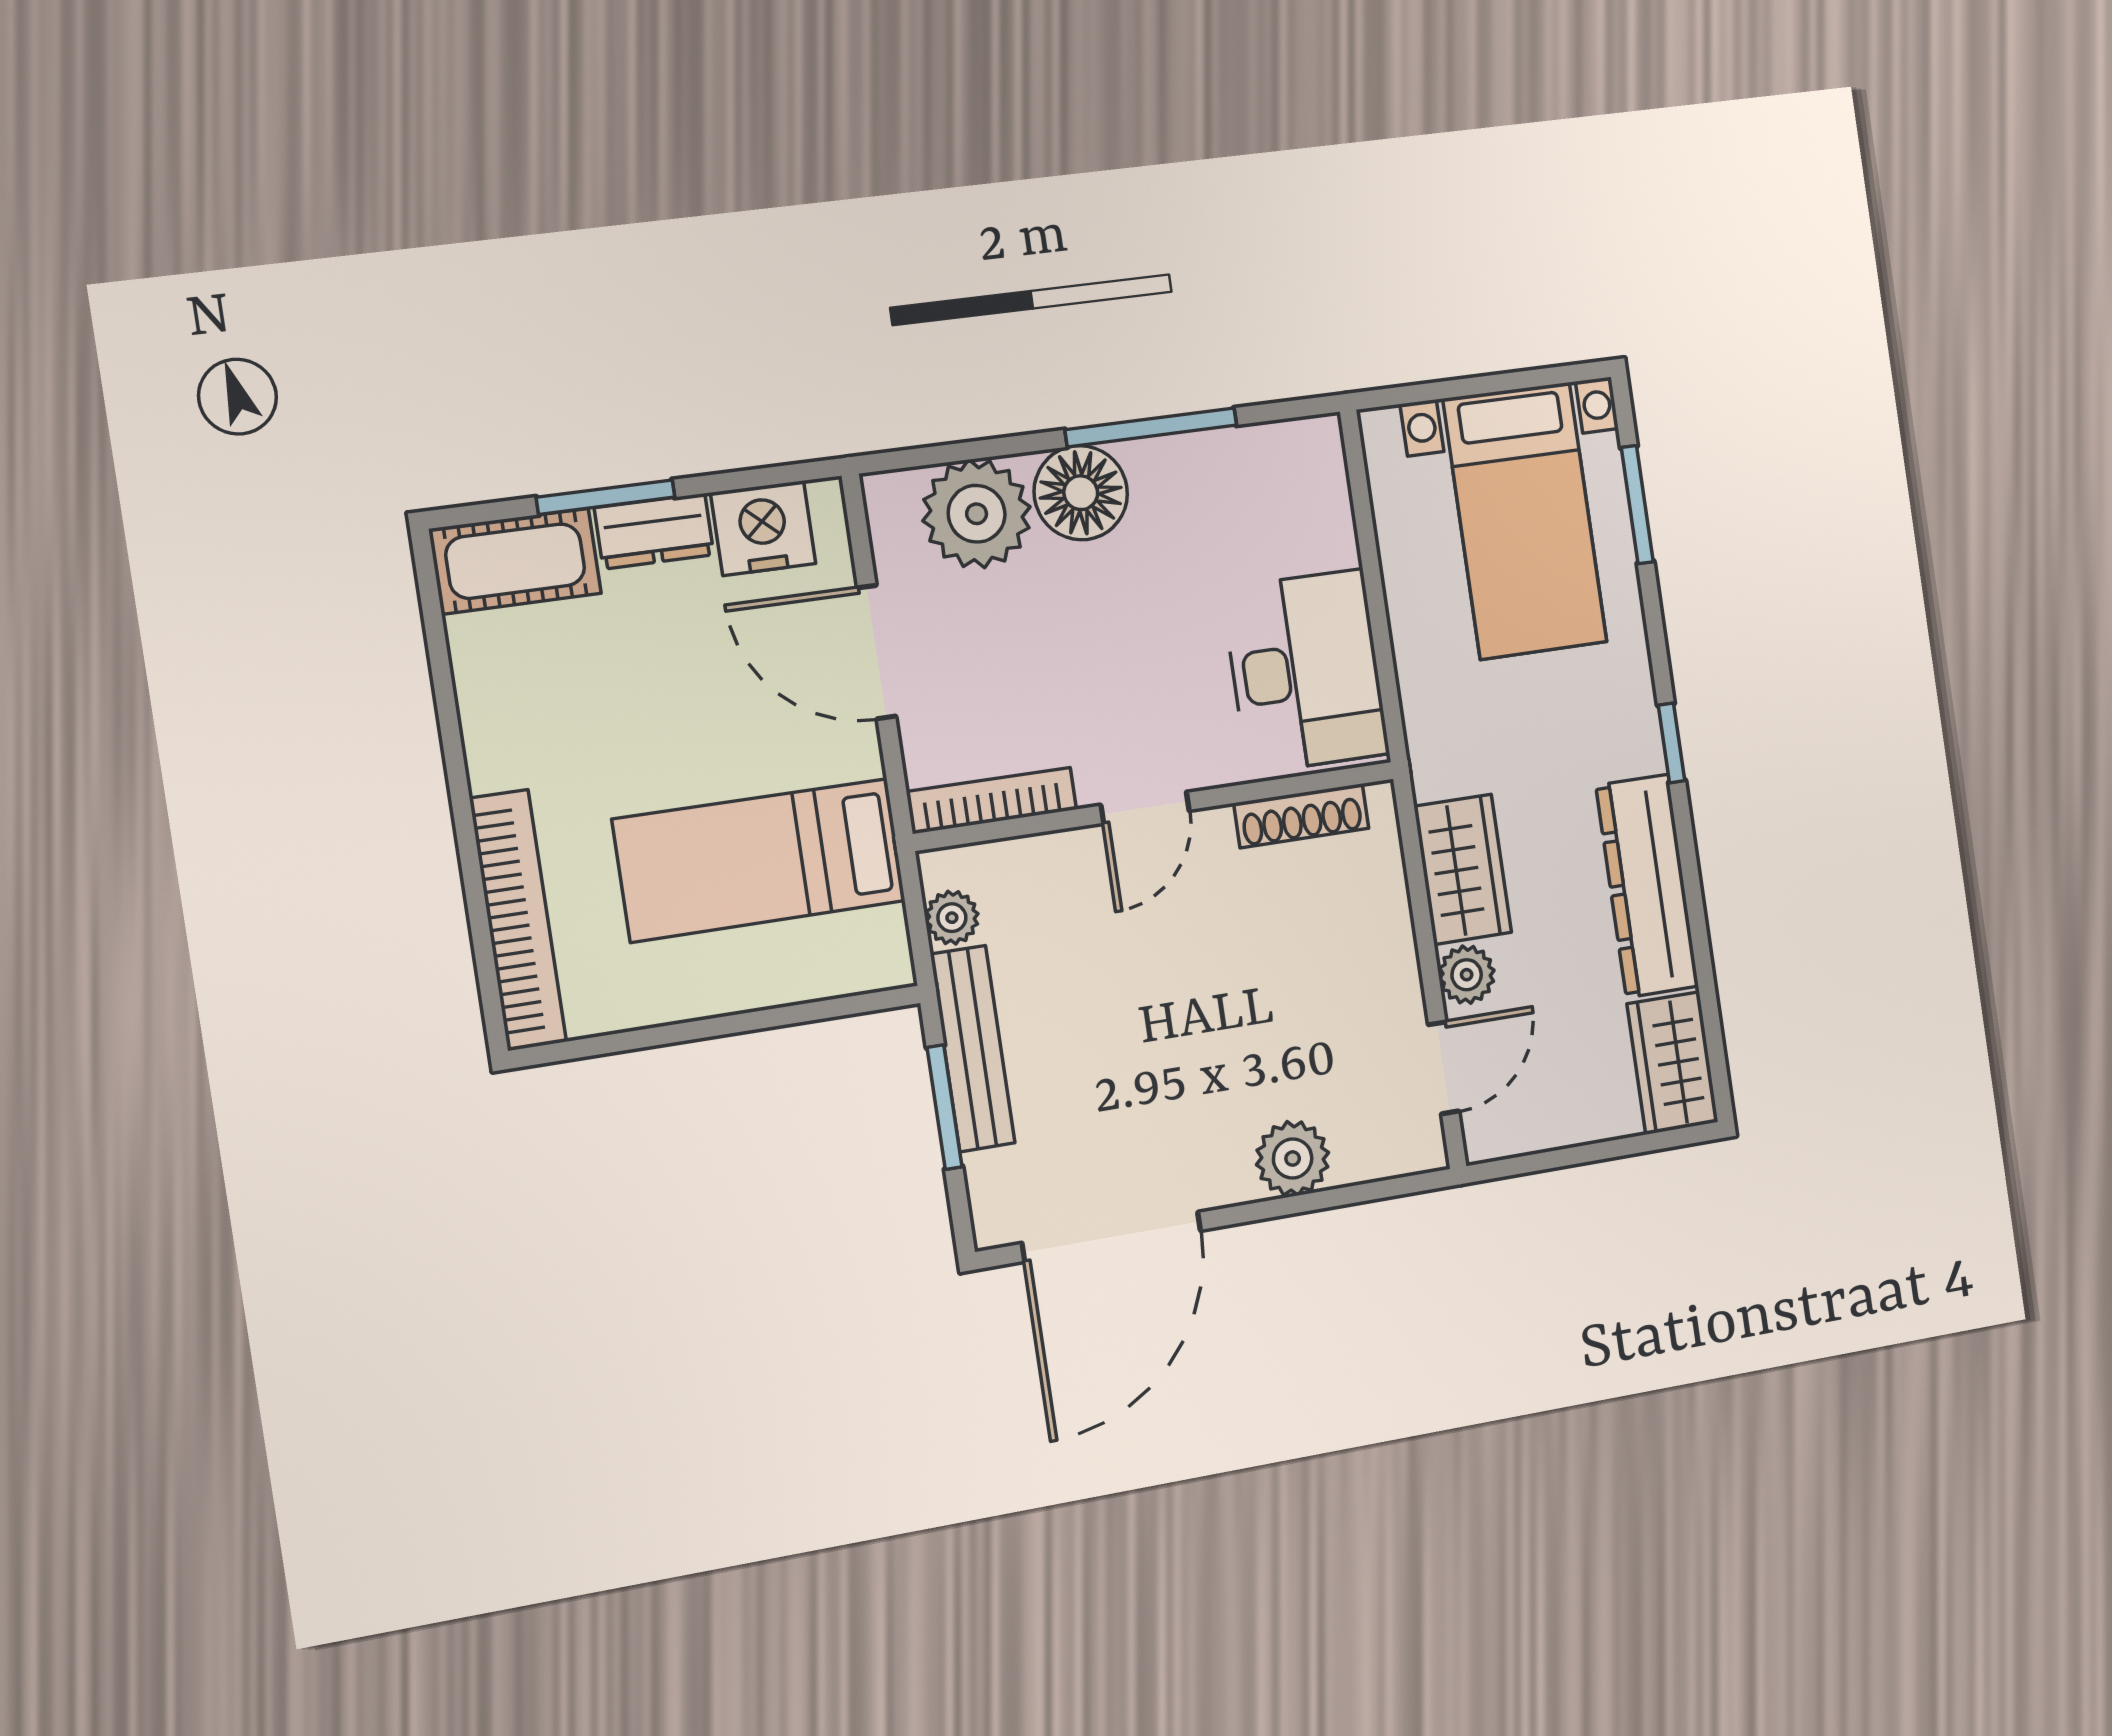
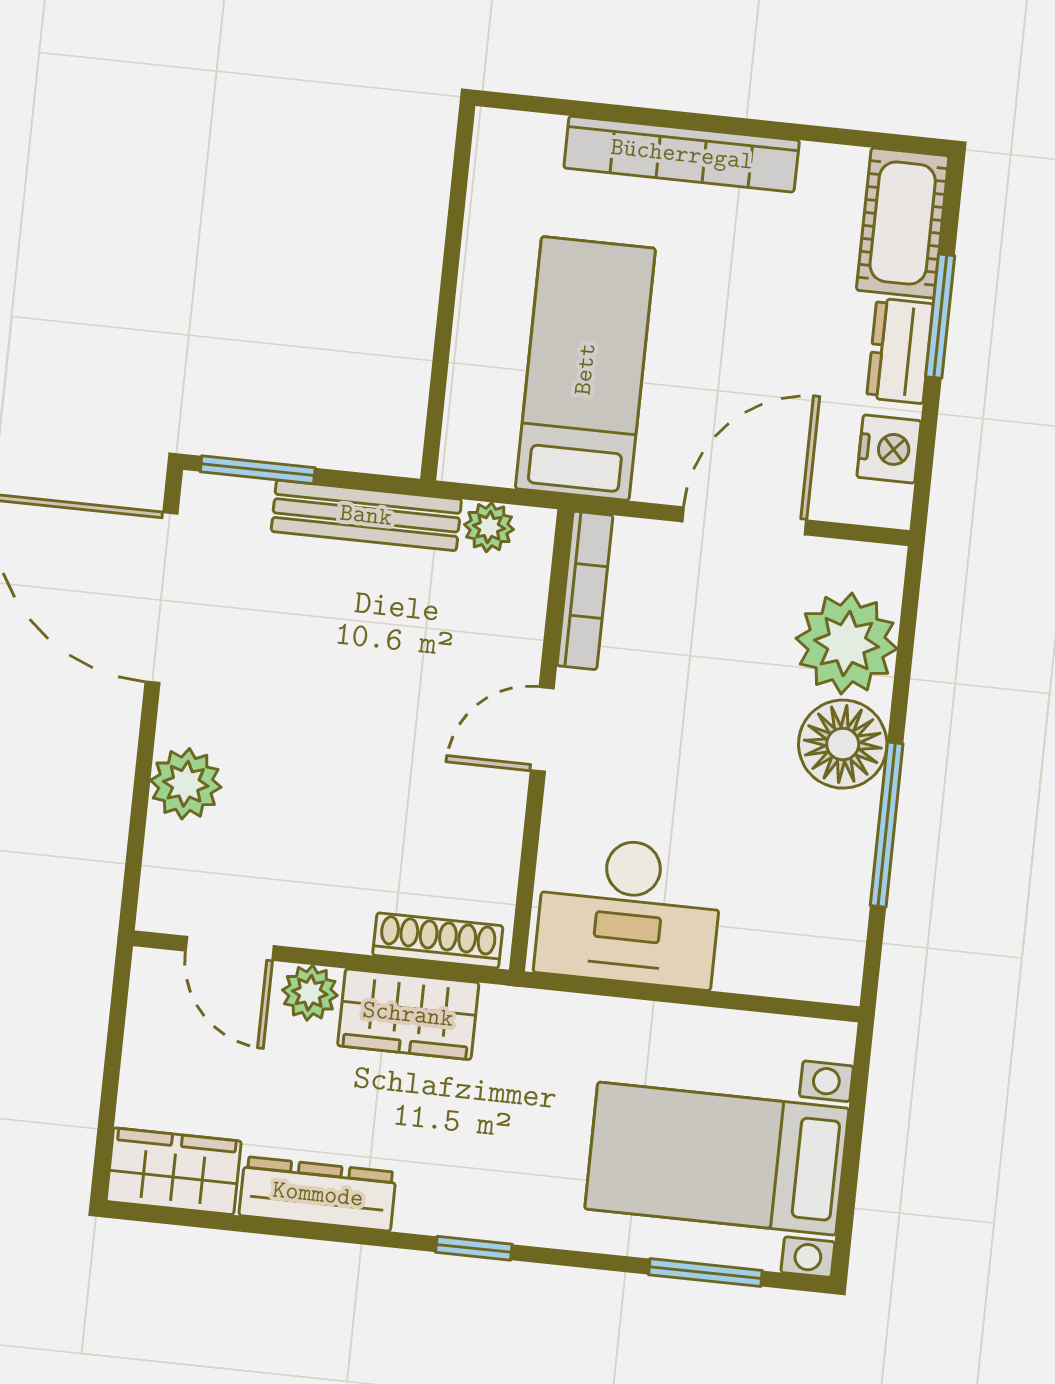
nightstand: (763, 528) -> (889, 449), width x0.74, depth x0.75
door: (1145, 808) -> (542, 729), hinge flipped
shoe rack: (1301, 816) -> (438, 941), moved, turned 90
dresser: (1647, 886) -> (318, 1194), width x0.73, depth x0.80
bookcase: (518, 920) -> (682, 154), moved
window: (945, 1107) -> (258, 470), moved

